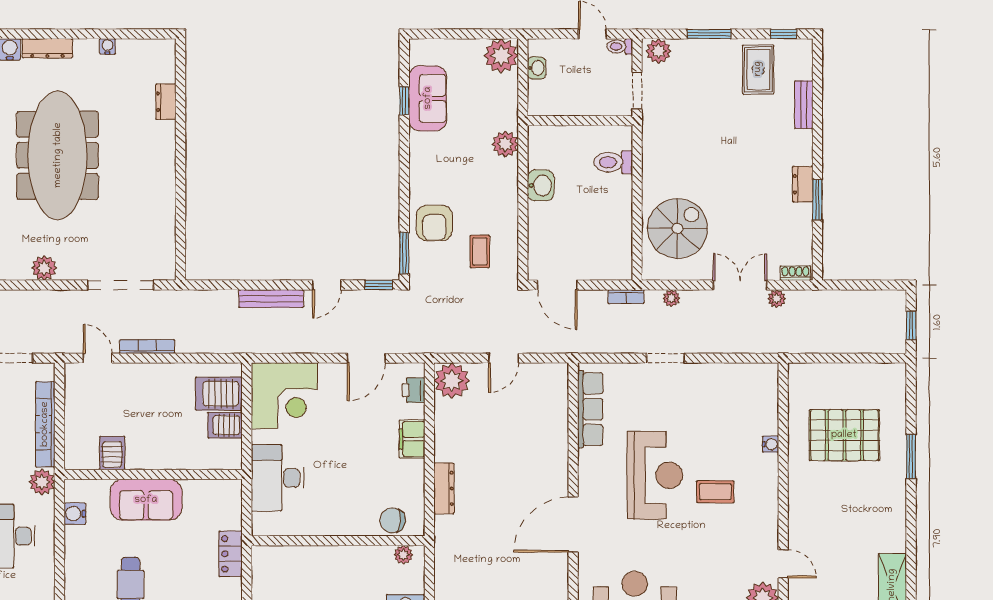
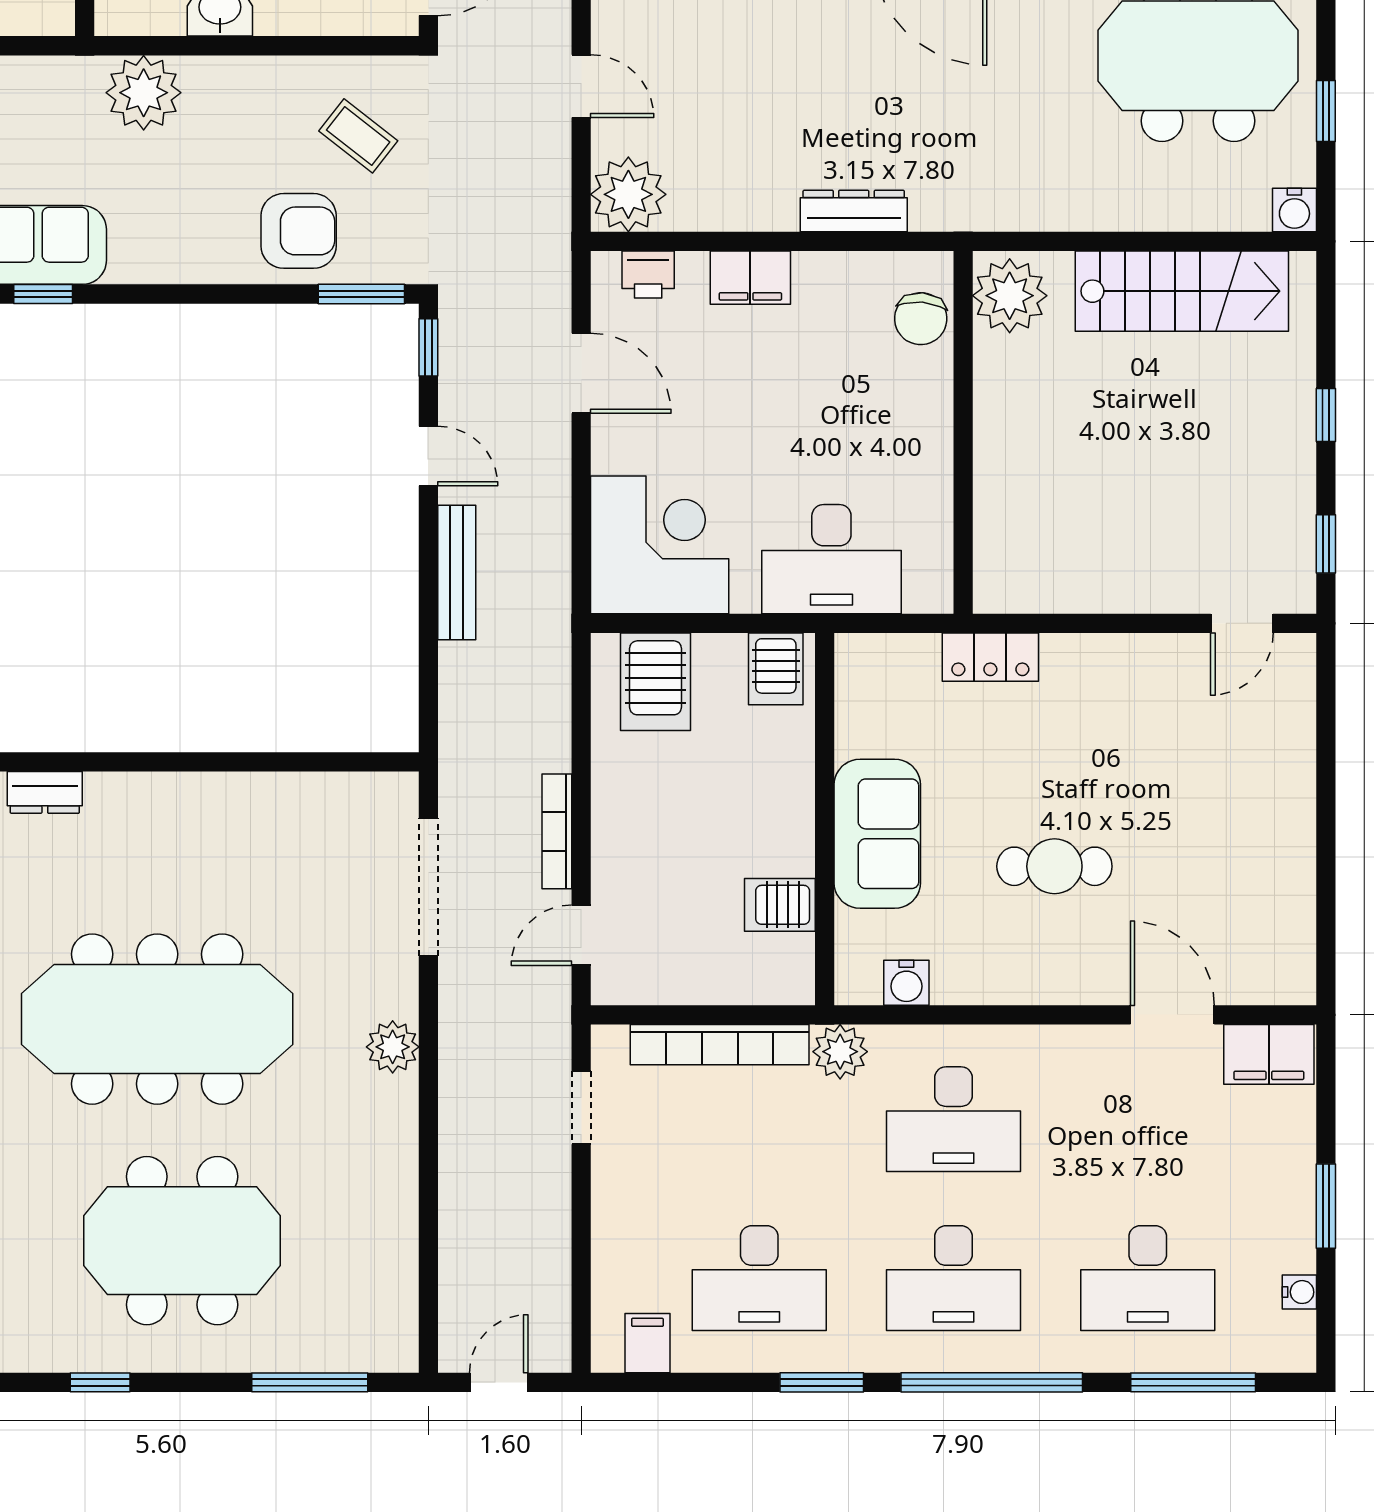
plant: (505, 144) -> (144, 93), width x1.36, depth x1.36
coffee table: (480, 252) -> (358, 136), turned 38
server rack: (225, 425) -> (776, 669), moved
plant: (403, 555) -> (1010, 296), width x1.87, depth x1.87

